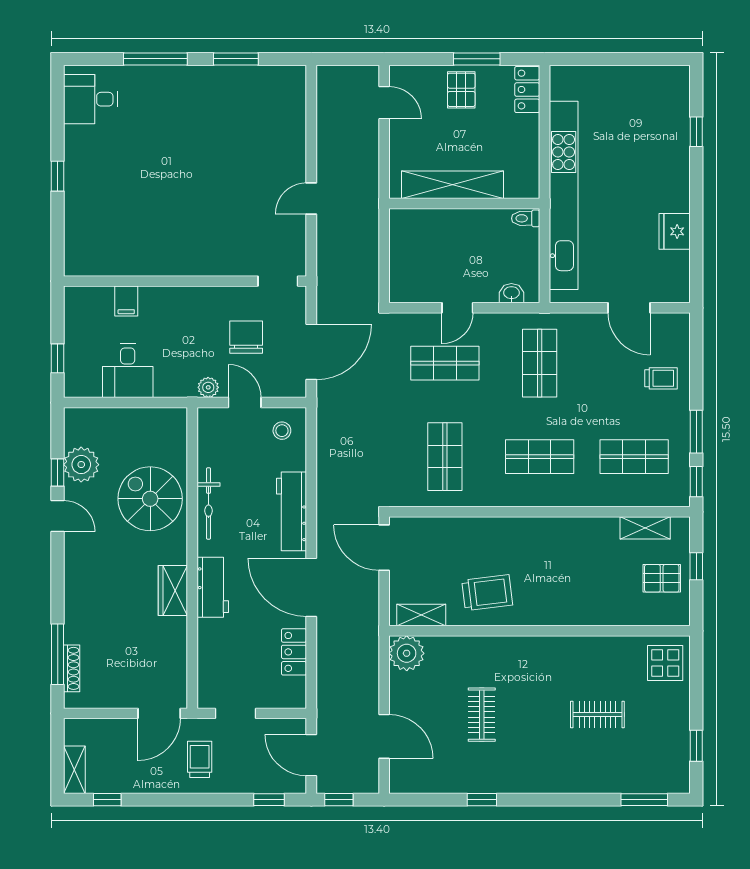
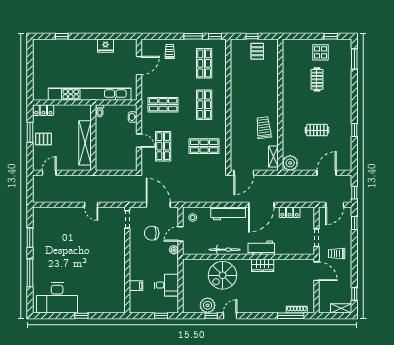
desk: (90, 99) -> (57, 298), width x1.87, depth x1.30
shelving: (645, 528) -> (235, 59), removed
display table: (665, 663) -> (321, 52), moved

